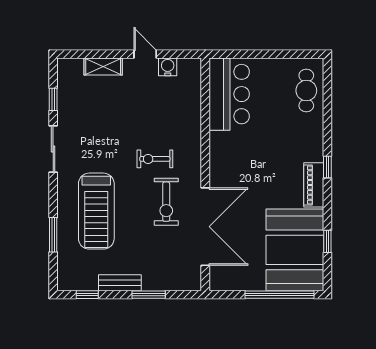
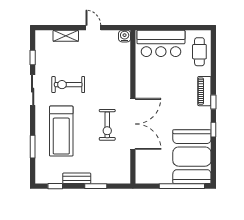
water cooler: (168, 67) -> (125, 36), moved
bar counter: (229, 94) -> (161, 43), moved, turned 90
exercise bike: (155, 159) -> (68, 85), moved, width x1.38, depth x1.39
piano: (314, 185) -> (204, 91), moved
double door: (205, 227) -> (133, 124), moved
window: (327, 241) -> (213, 130), moved

